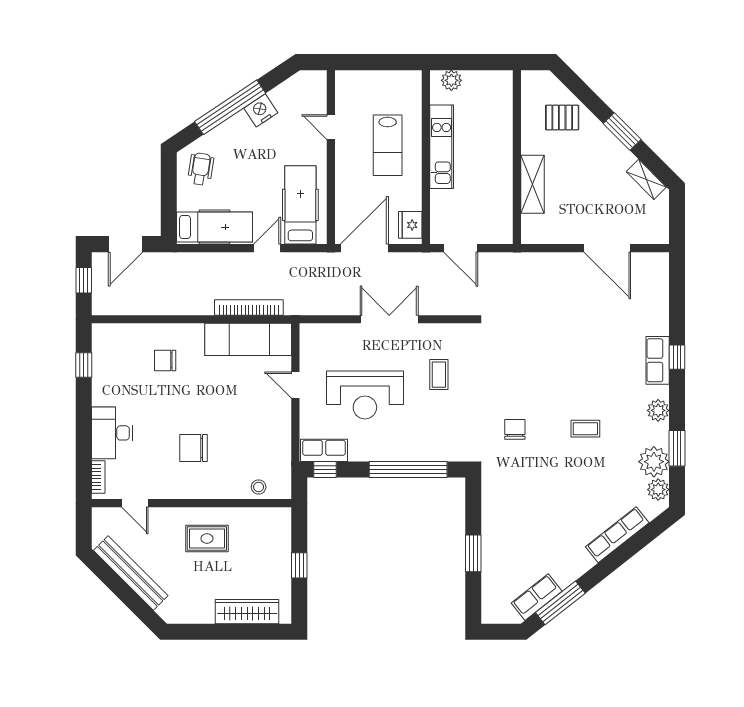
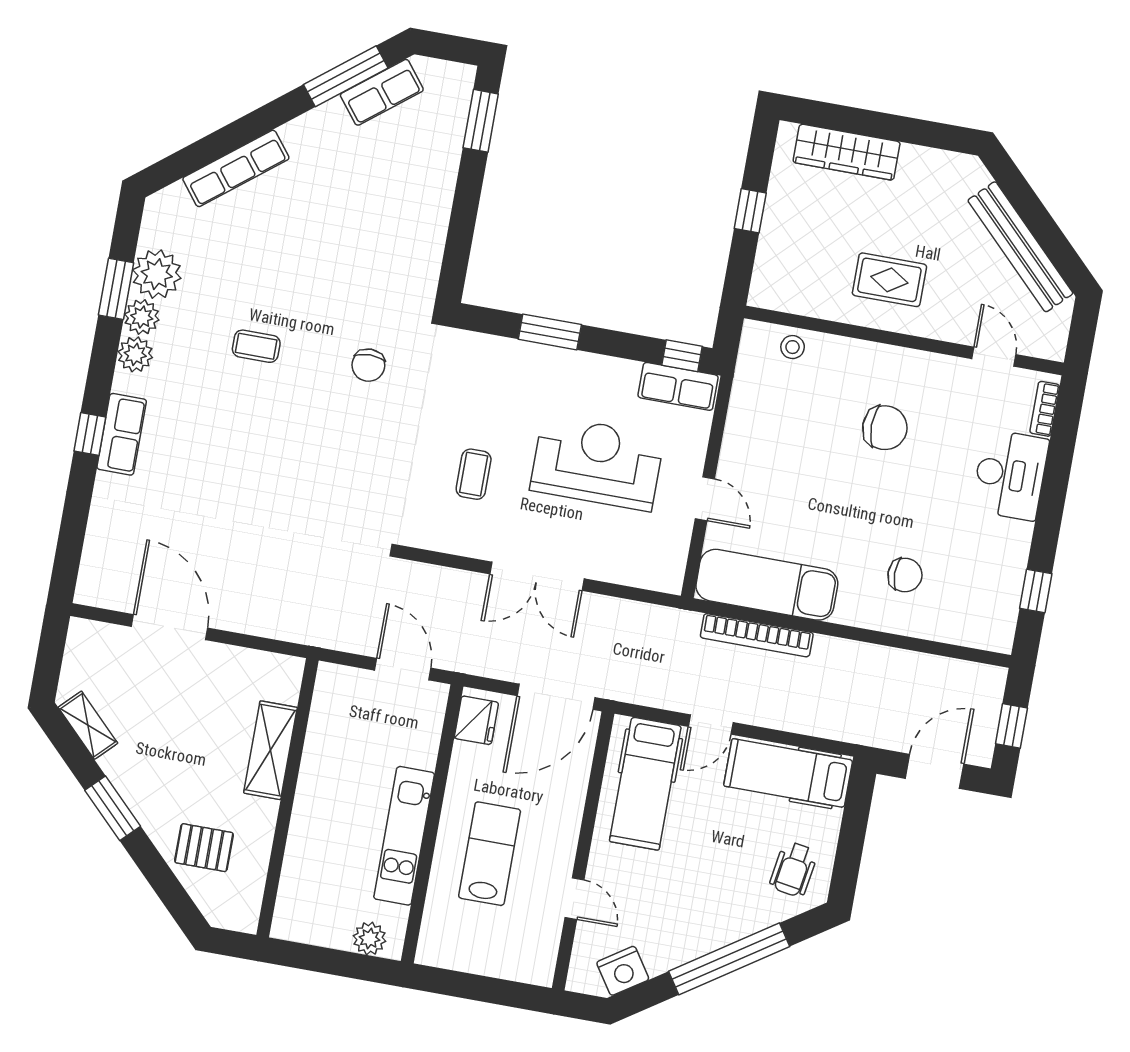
nightstand: (261, 110) -> (623, 971), moved
window: (408, 470) -> (550, 332), width x0.47
plant: (658, 490) -> (142, 317), moved
window: (473, 553) -> (481, 121), moved

